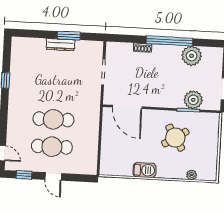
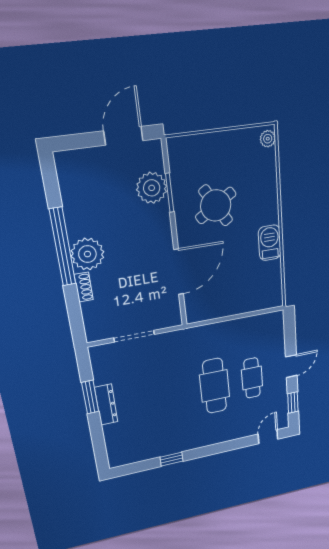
plant: (192, 56) -> (87, 254), moved
door: (127, 107) -> (179, 272), moved
cafe table: (52, 147) -> (252, 378), width x0.73, depth x0.74
plant: (192, 175) -> (268, 139), moved

